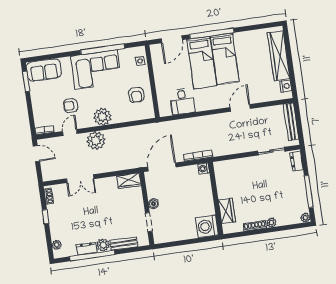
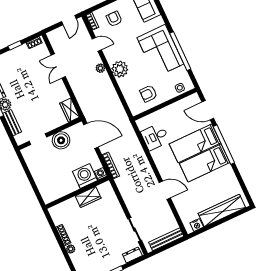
armchair: (71, 106) -> (114, 19), moved
plant: (96, 140) -> (100, 68), width x0.53, depth x0.53
boiler: (153, 204) -> (61, 140), width x1.86, depth x1.86
wardrobe: (227, 211) -> (88, 197), moved
washing machine: (207, 226) -> (85, 176), moved

